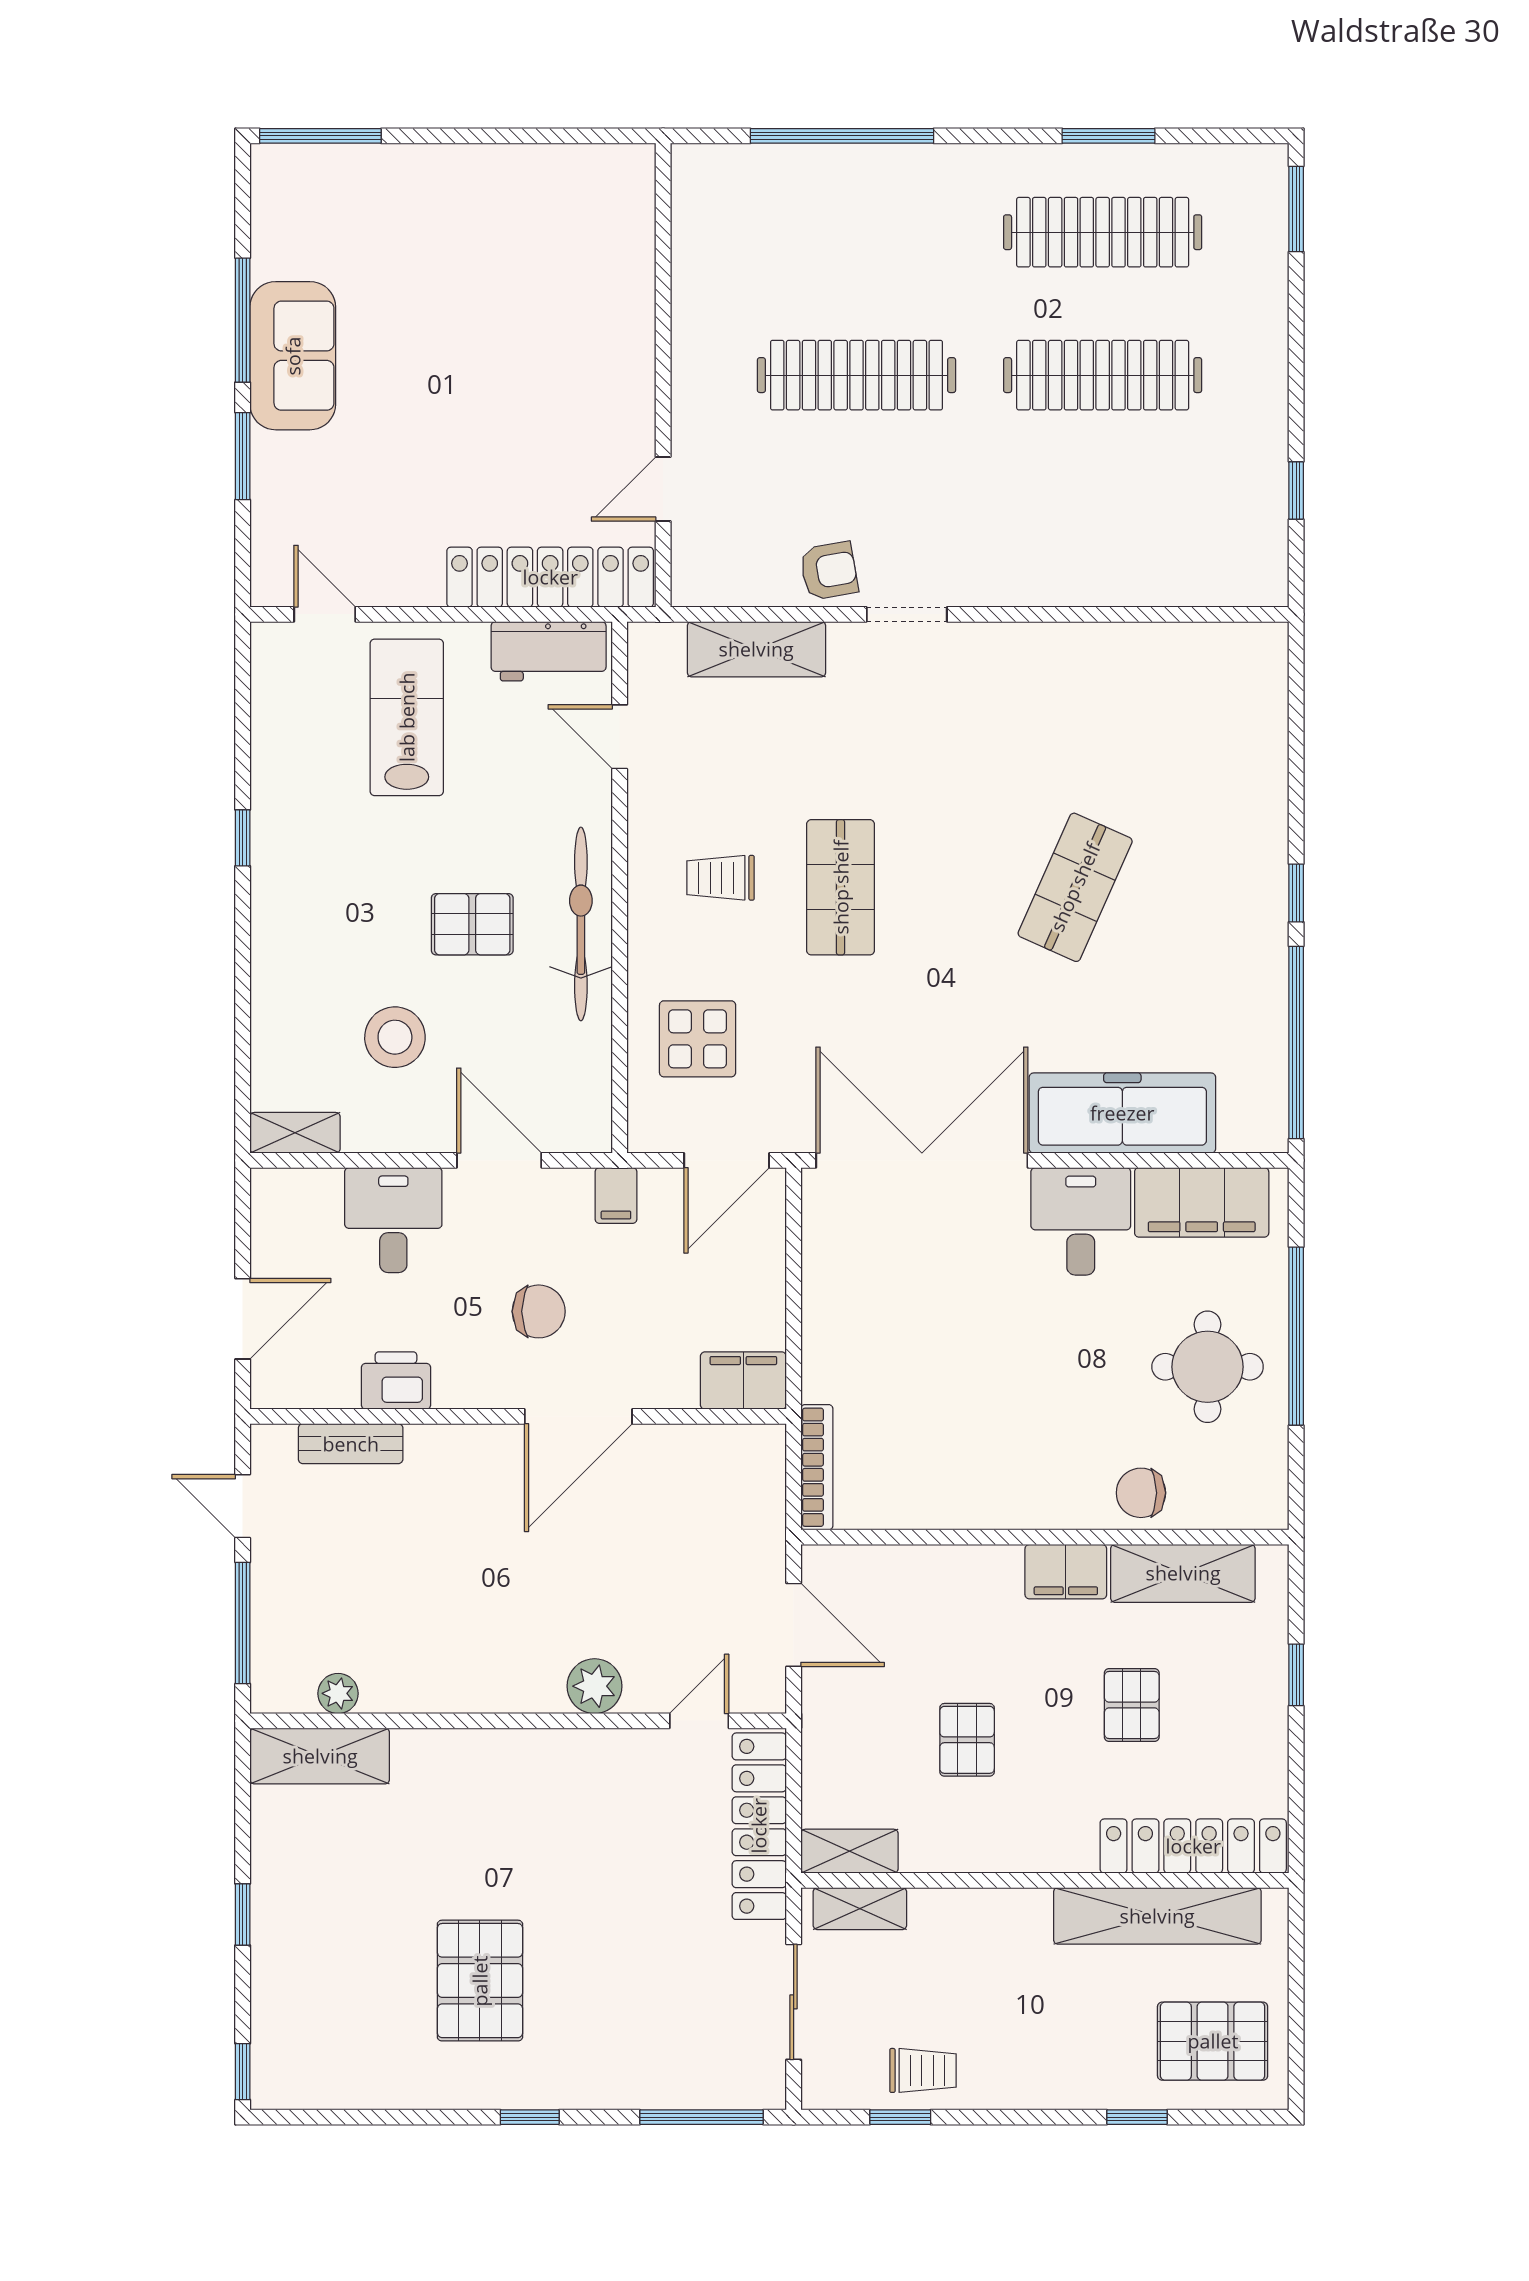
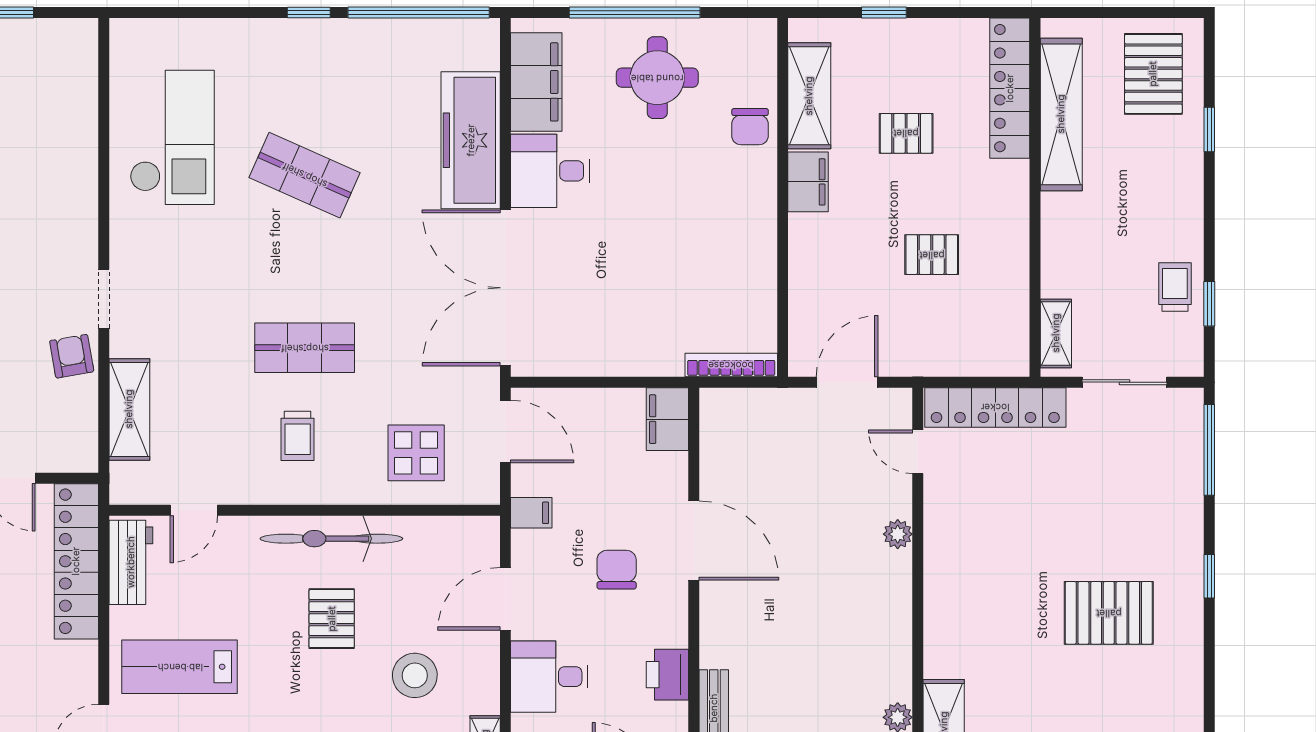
checkout: (1126, 707) -> (172, 137), added
plant: (595, 1686) -> (898, 534), width x0.73, depth x0.73
shelving: (849, 1851) -> (1014, 341), removed

